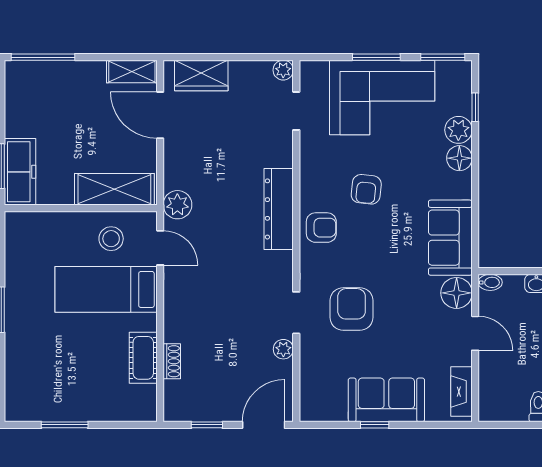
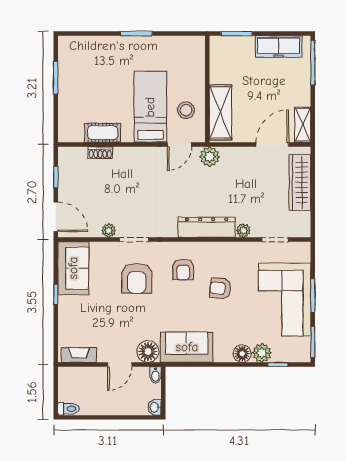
plant: (283, 70) -> (243, 230), moved
wardrobe: (201, 75) -> (300, 183), width x1.50
freezer: (20, 172) -> (279, 47), moved
armchair: (321, 228) -> (183, 269), moved
armchair: (352, 309) -> (137, 278), turned 90
sofa: (386, 400) -> (73, 268), moved

